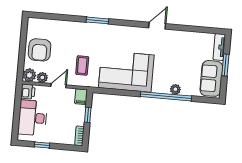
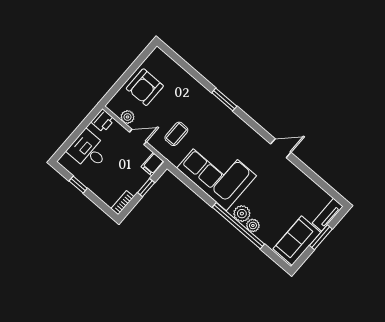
plant: (29, 75) -> (242, 214), moved
desk: (33, 118) -> (88, 151), width x0.73

